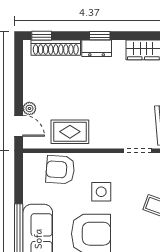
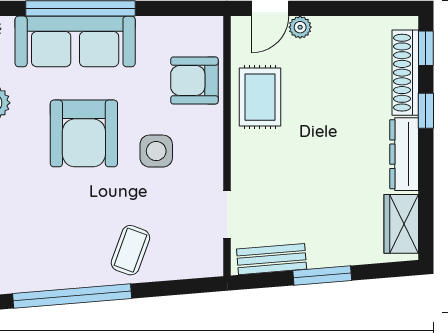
window: (100, 36) -> (426, 111), moved
dresser: (97, 48) -> (404, 154), width x1.44
armchair: (60, 170) -> (194, 80), turned -94

